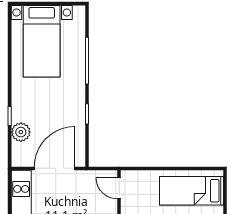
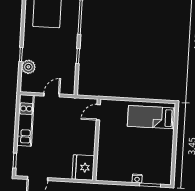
door: (55, 168) -> (52, 95), width x0.53
door: (119, 188) -> (98, 112), hinge flipped

